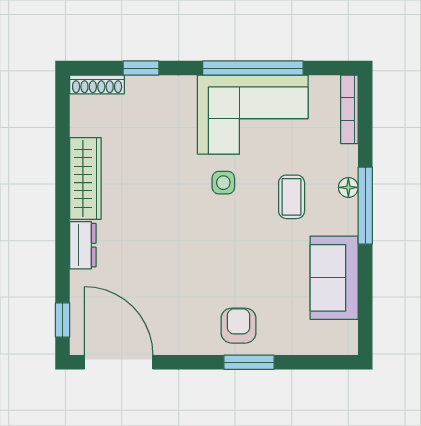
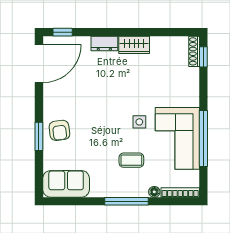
window: (141, 68) -> (203, 57), moved
wardrobe: (85, 178) -> (134, 45), width x0.67
floor lamp: (348, 187) -> (154, 192), moved
sofa: (334, 278) -> (66, 184), moved
armchair: (238, 326) -> (59, 130), turned 83

